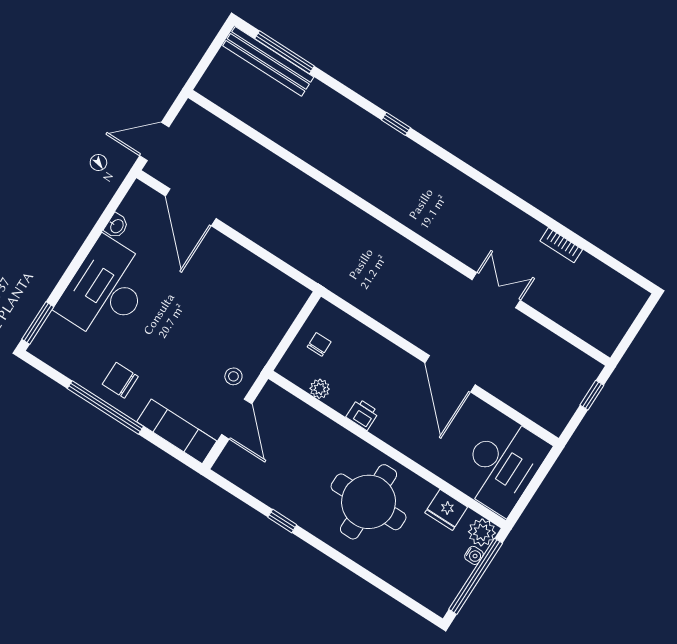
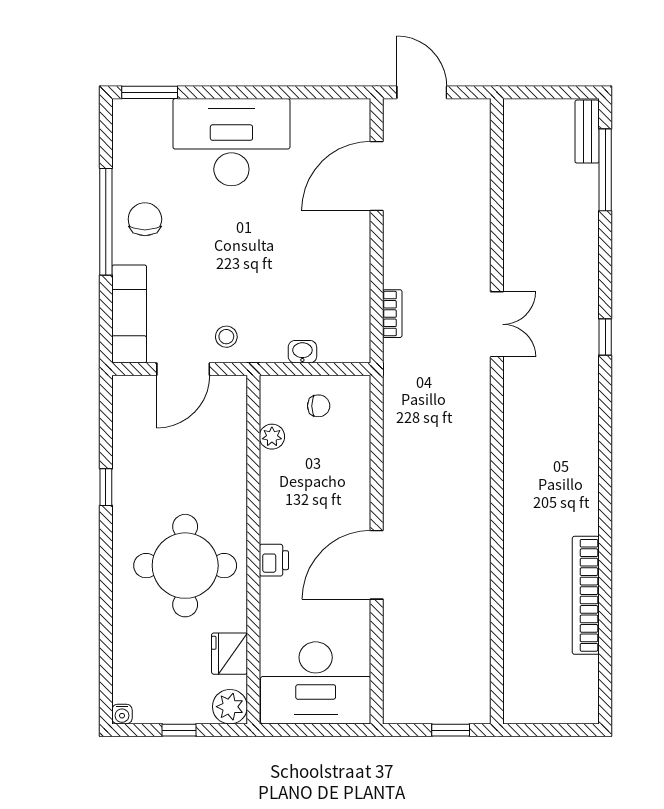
bench: (268, 61) -> (587, 132), width x0.54, depth x0.82
washbasin: (116, 226) -> (302, 352), moved, turned 180
bookcase: (561, 245) -> (586, 595), width x2.31, depth x1.31
bookcase: (289, 256) -> (392, 314), added
double door: (496, 290) -> (497, 324), moved
printer: (362, 414) -> (274, 560), moved
water cooler: (474, 555) -> (122, 714), moved
window: (476, 576) -> (179, 730), width x0.32

